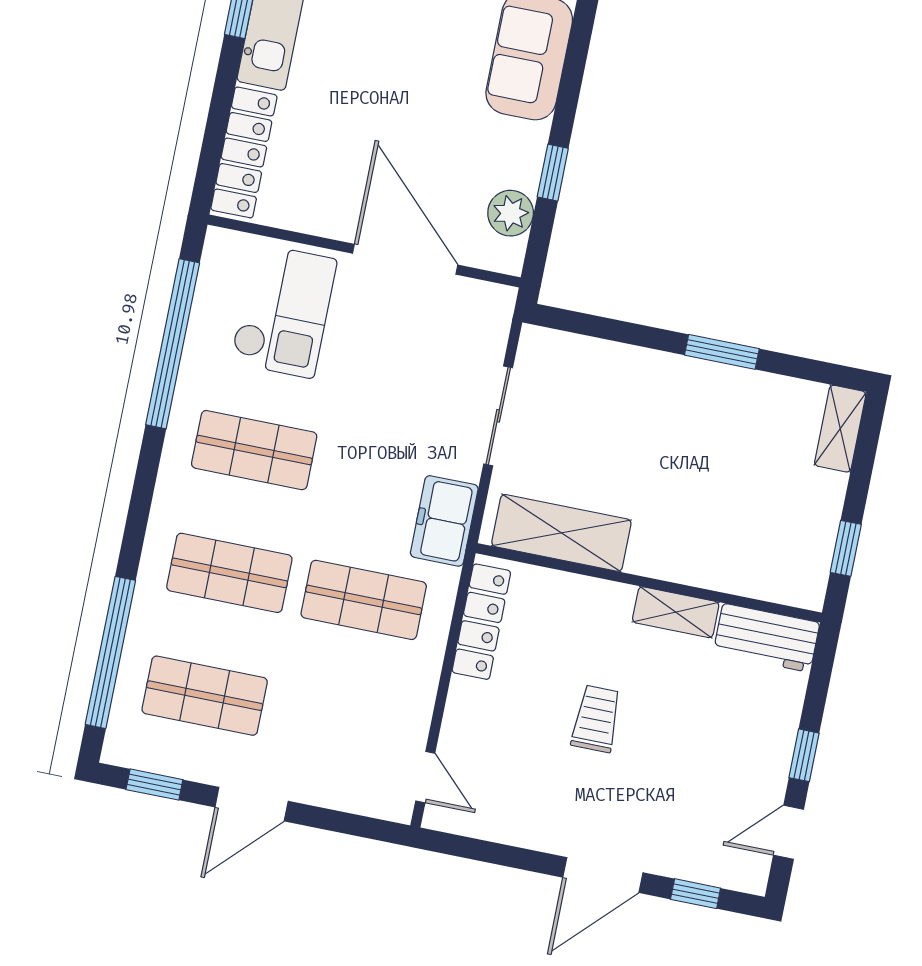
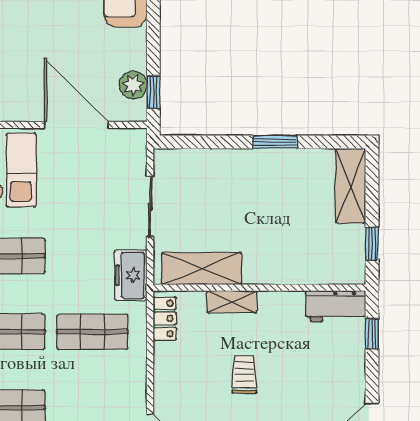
window: (553, 173) -> (153, 92), moved
shelving: (840, 429) -> (351, 186), width x1.50, depth x1.33
shelving: (676, 612) -> (232, 302), moved
locker: (481, 622) -> (165, 319), width x0.66
window: (804, 755) -> (372, 334), moved

